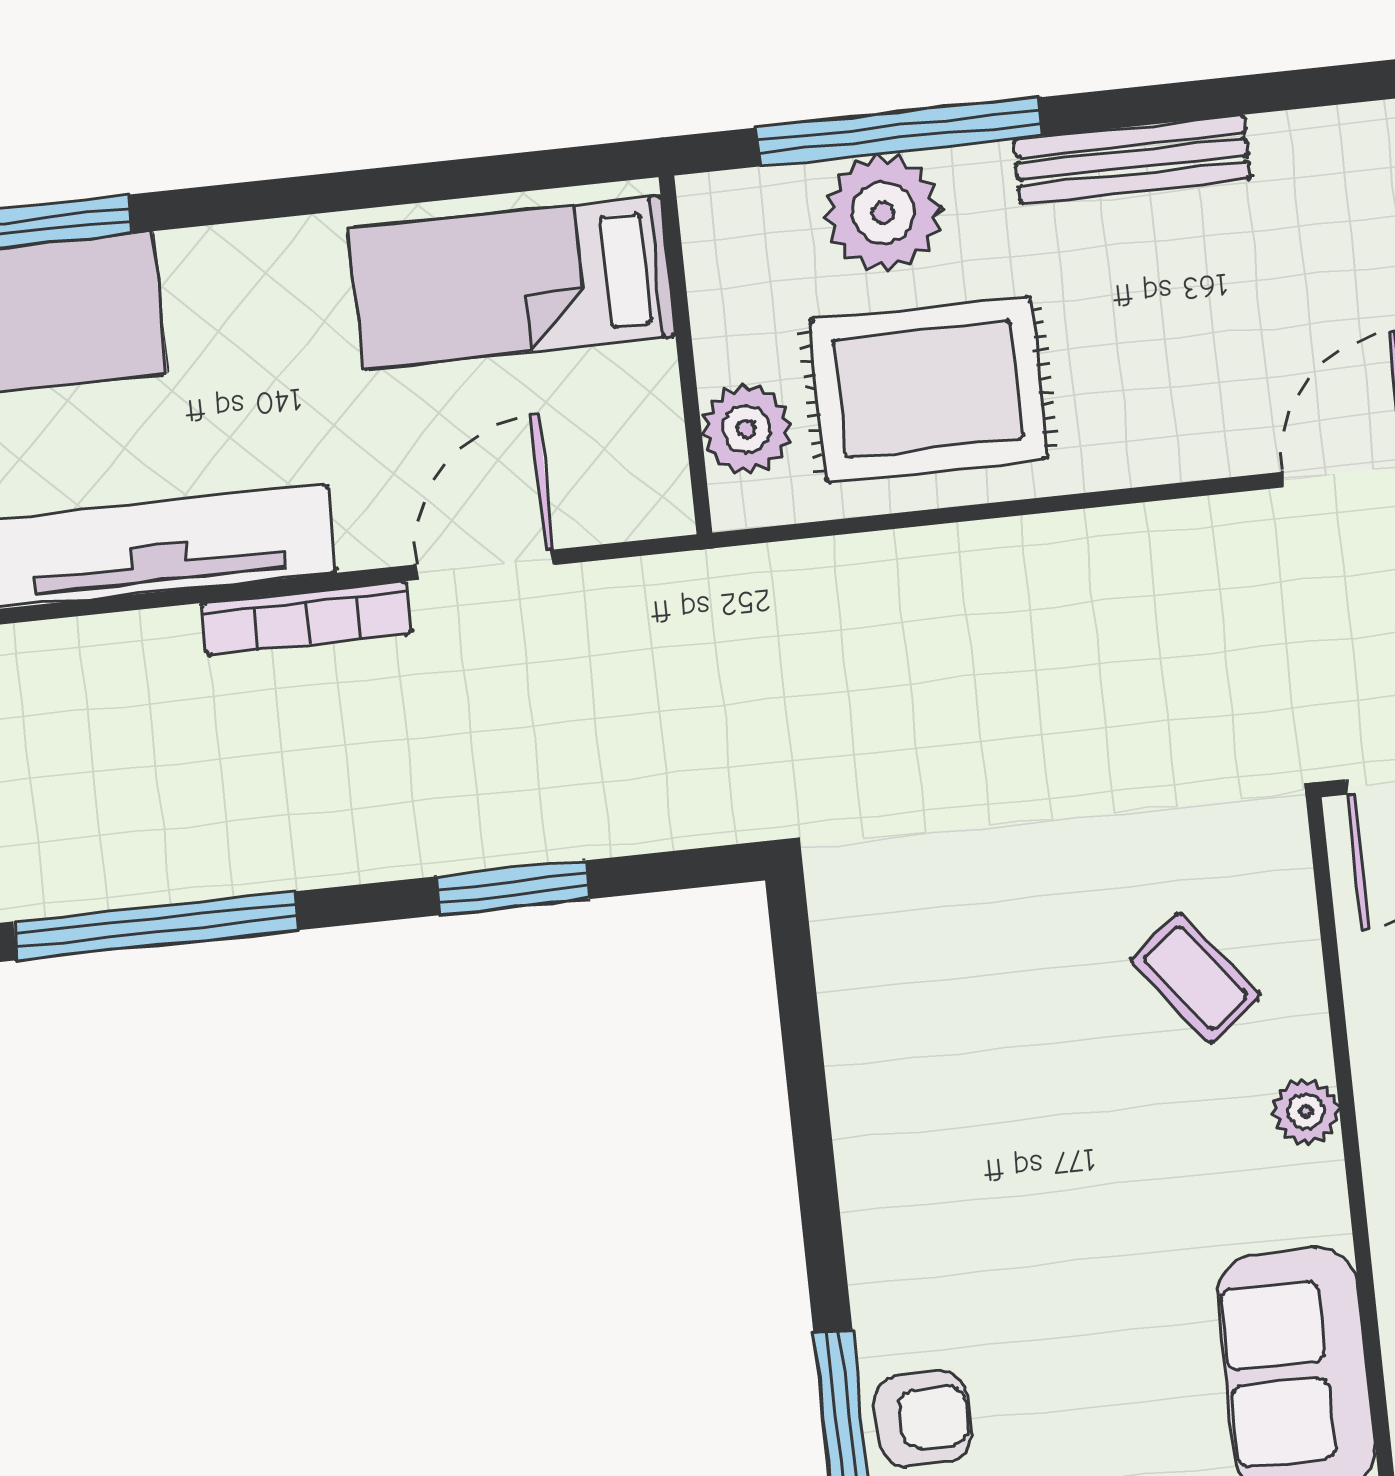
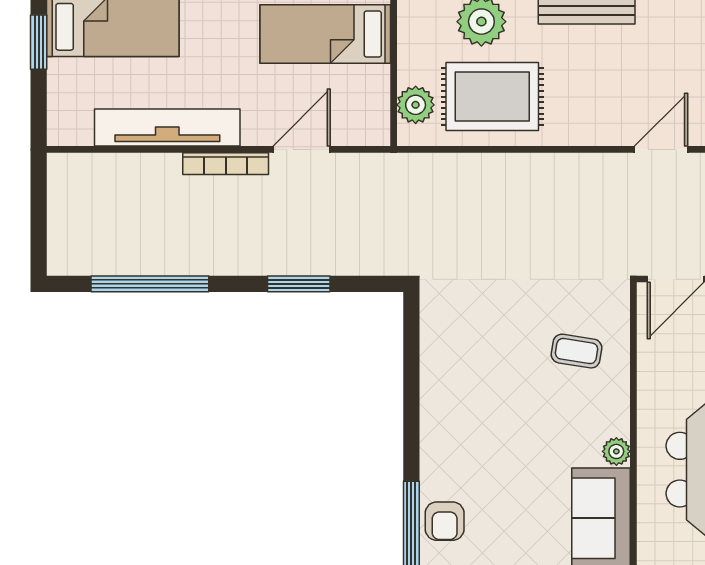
coffee table: (1195, 978) -> (577, 351), turned -43
plant: (1306, 1112) -> (616, 451), moved
armchair: (923, 1419) -> (445, 521), turned 90

